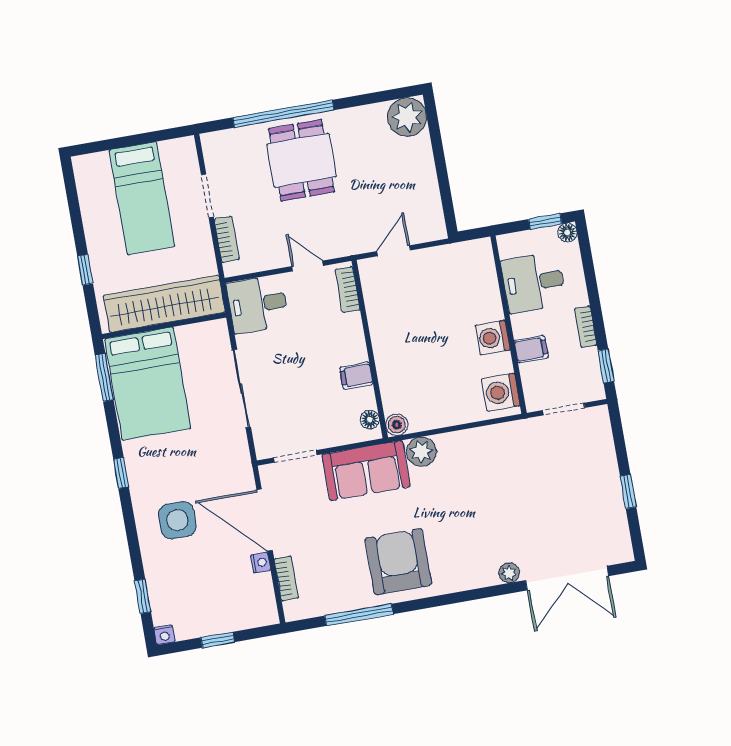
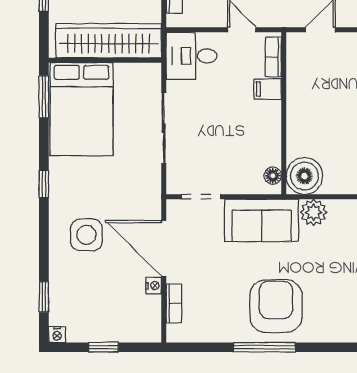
filing cabinet: (356, 376) -> (268, 89), moved
boiler: (397, 425) -> (304, 176), width x1.86, depth x1.86
window: (359, 615) -> (264, 347), moved

